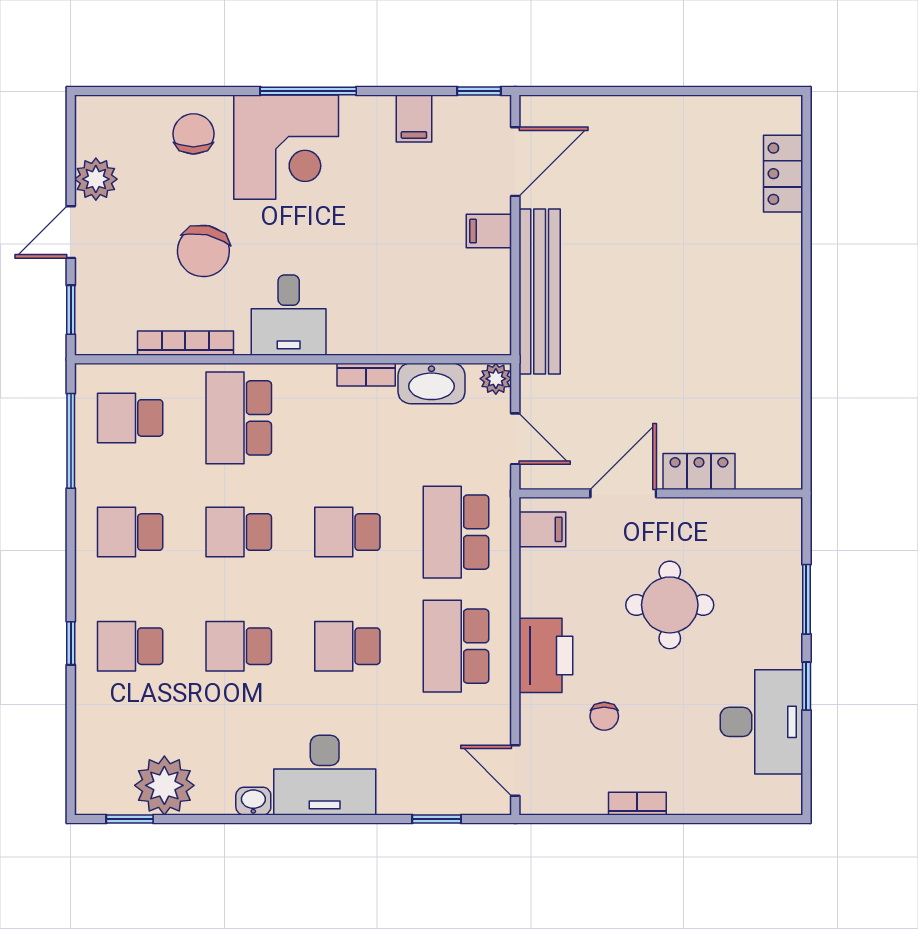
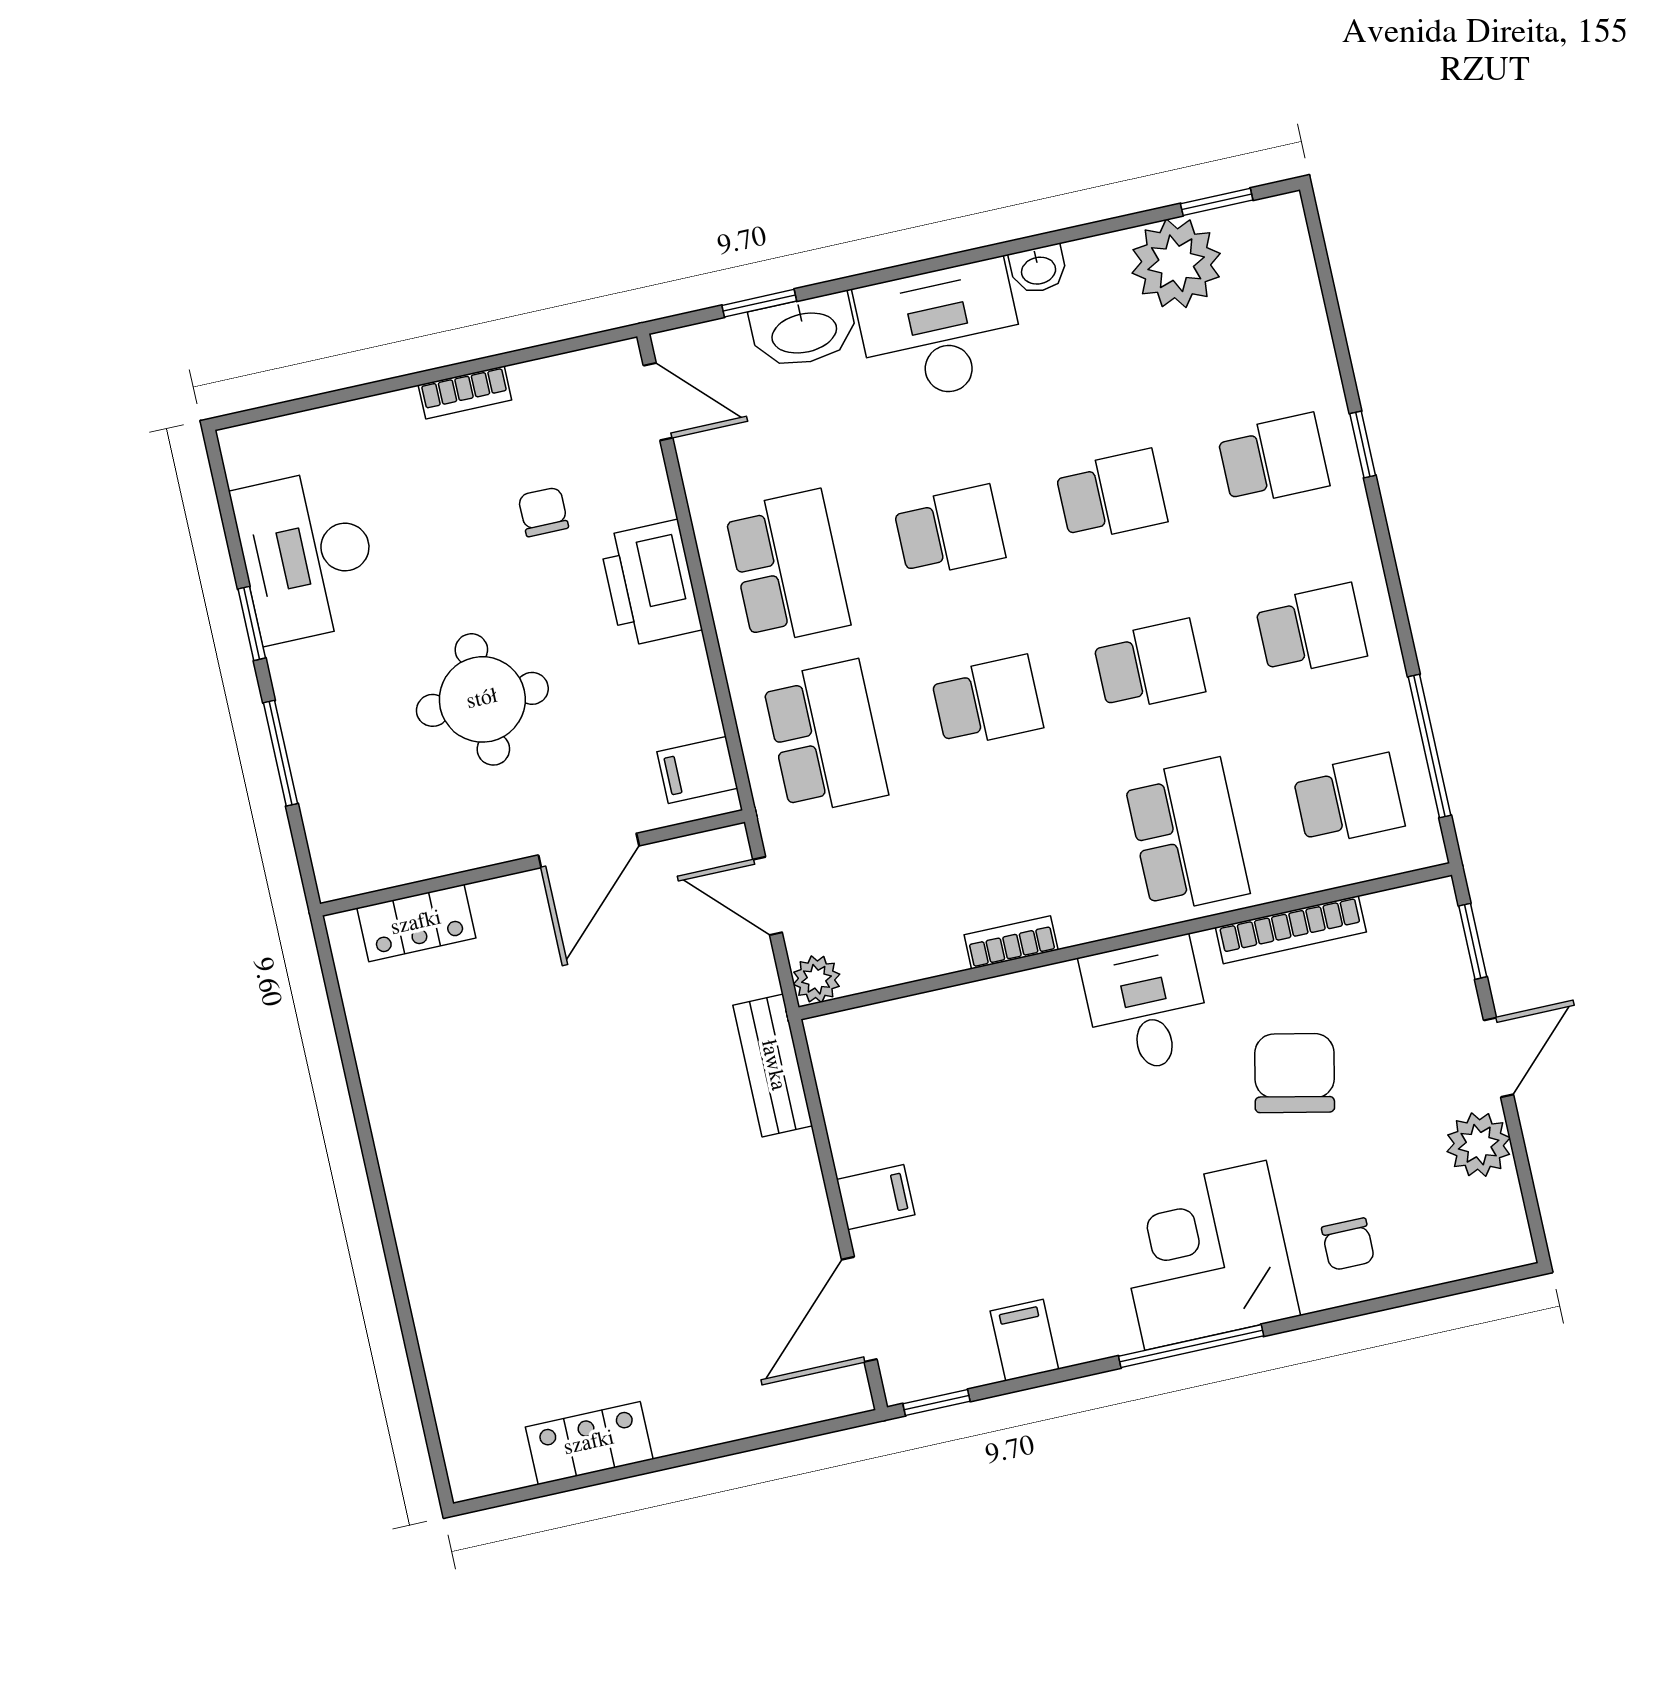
chair: (193, 134) -> (1348, 1244), width x0.73, depth x0.73
locker: (783, 174) -> (589, 1443), moved, turned -90
bench: (540, 291) -> (773, 1065), width x0.54, depth x0.82
washbasin: (432, 383) -> (804, 331), moved, turned 180
locker: (699, 471) -> (416, 923), moved

